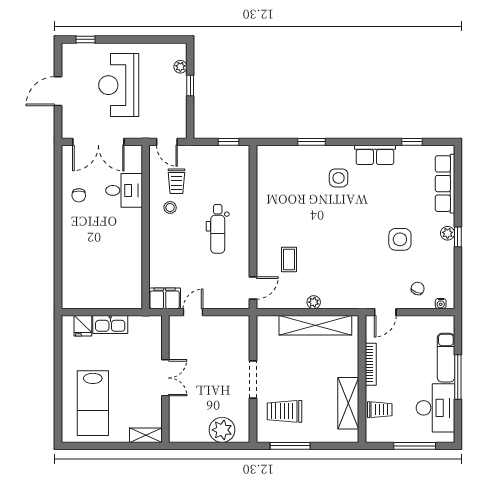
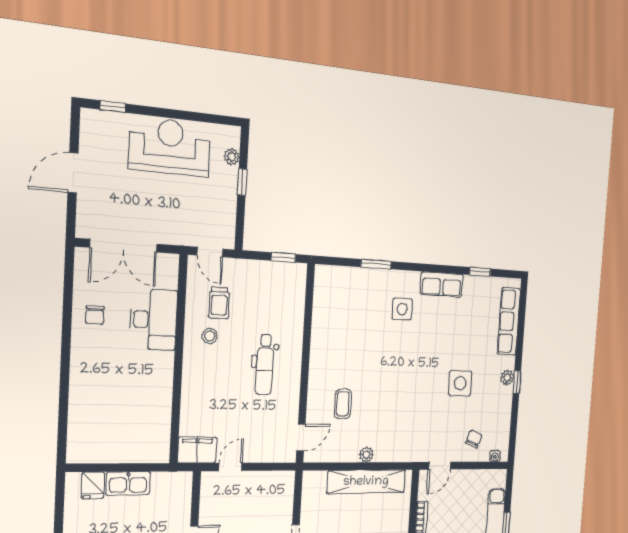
reception desk: (119, 85) -> (170, 147), moved, turned 90
desk: (124, 190) -> (153, 320), width x1.37

